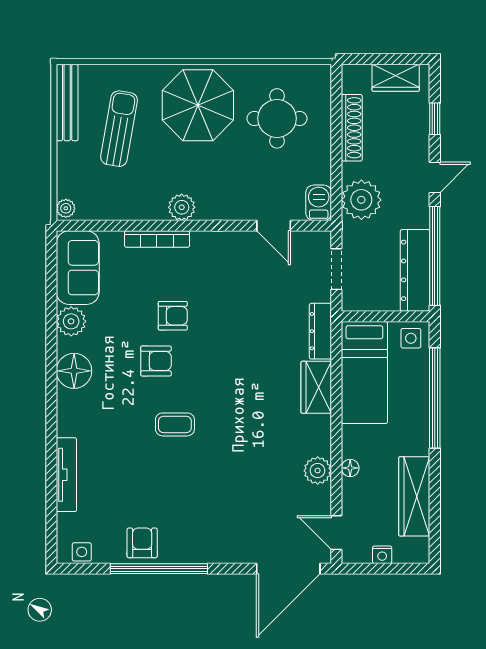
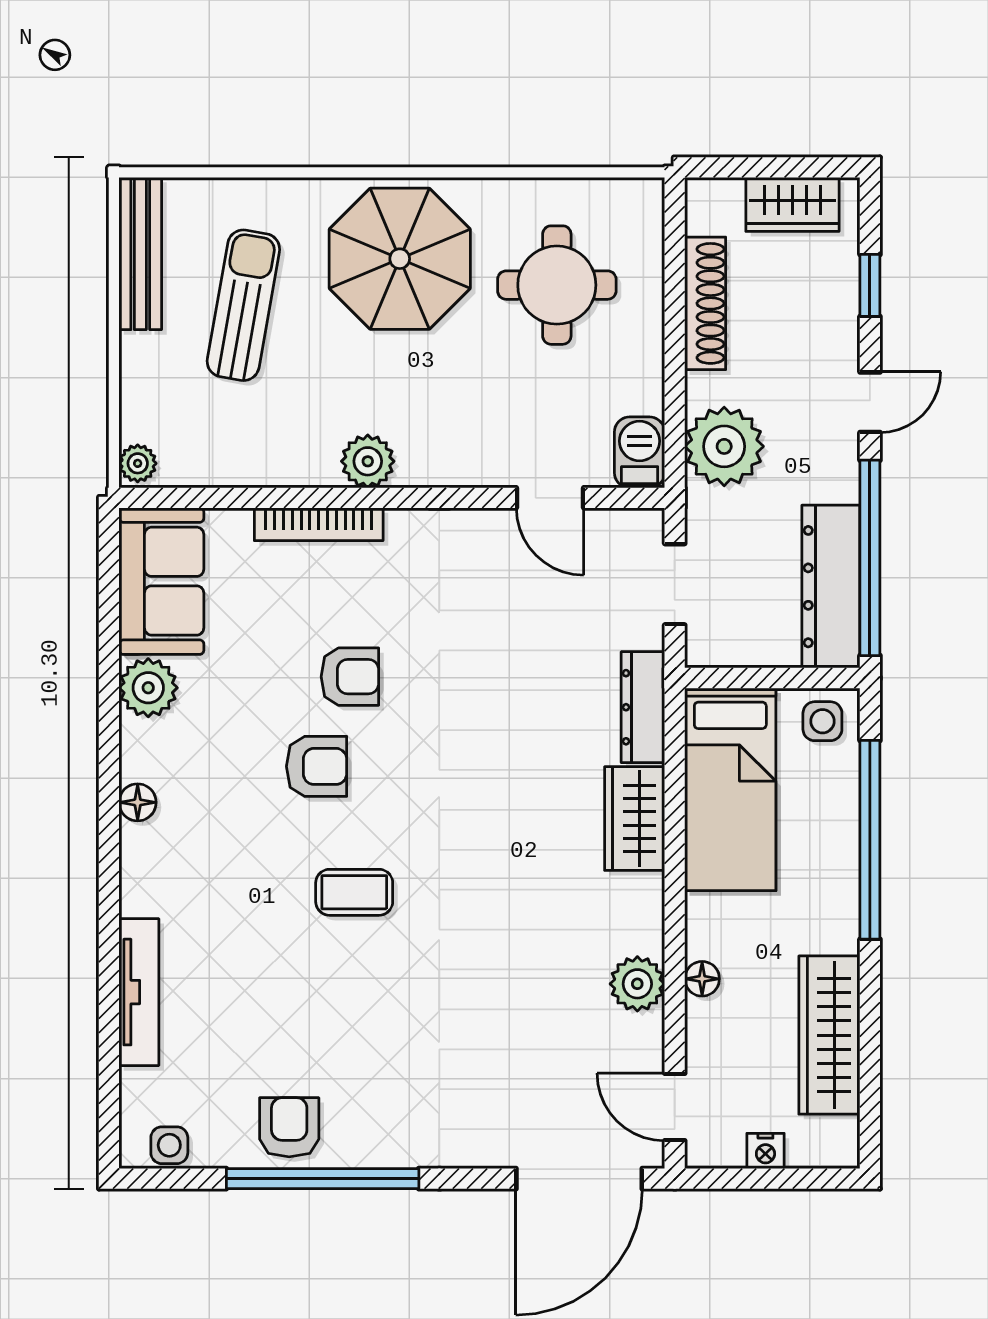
floor lamp: (74, 371) -> (138, 802), width x0.53, depth x0.53

